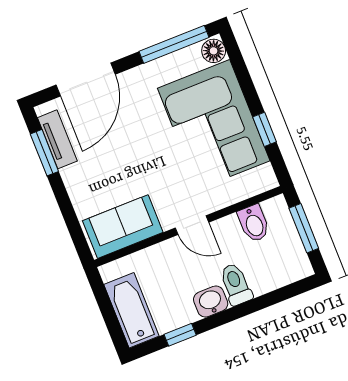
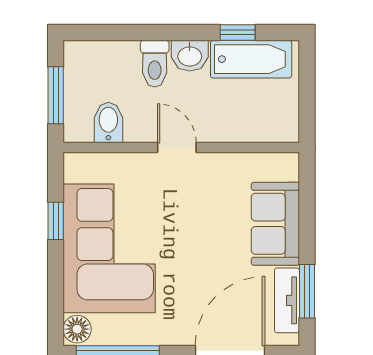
sofa: (123, 227) -> (275, 224), moved, turned 90
bathtub: (131, 310) -> (251, 59), moved, turned -90

